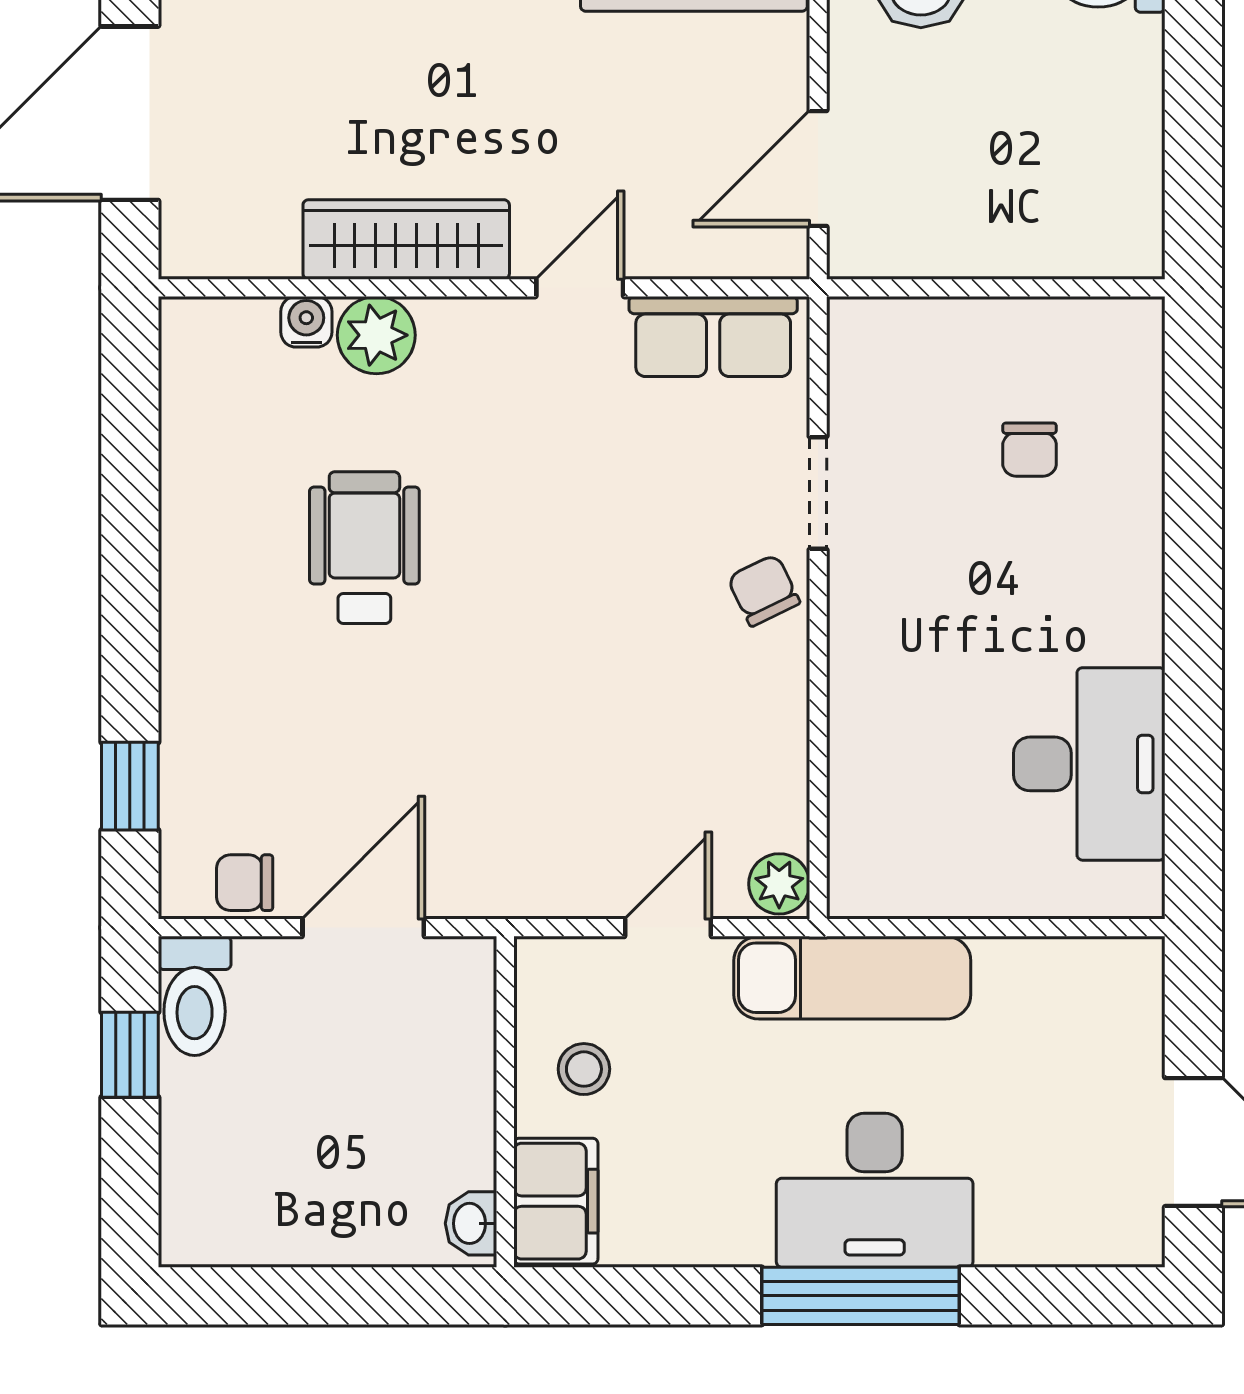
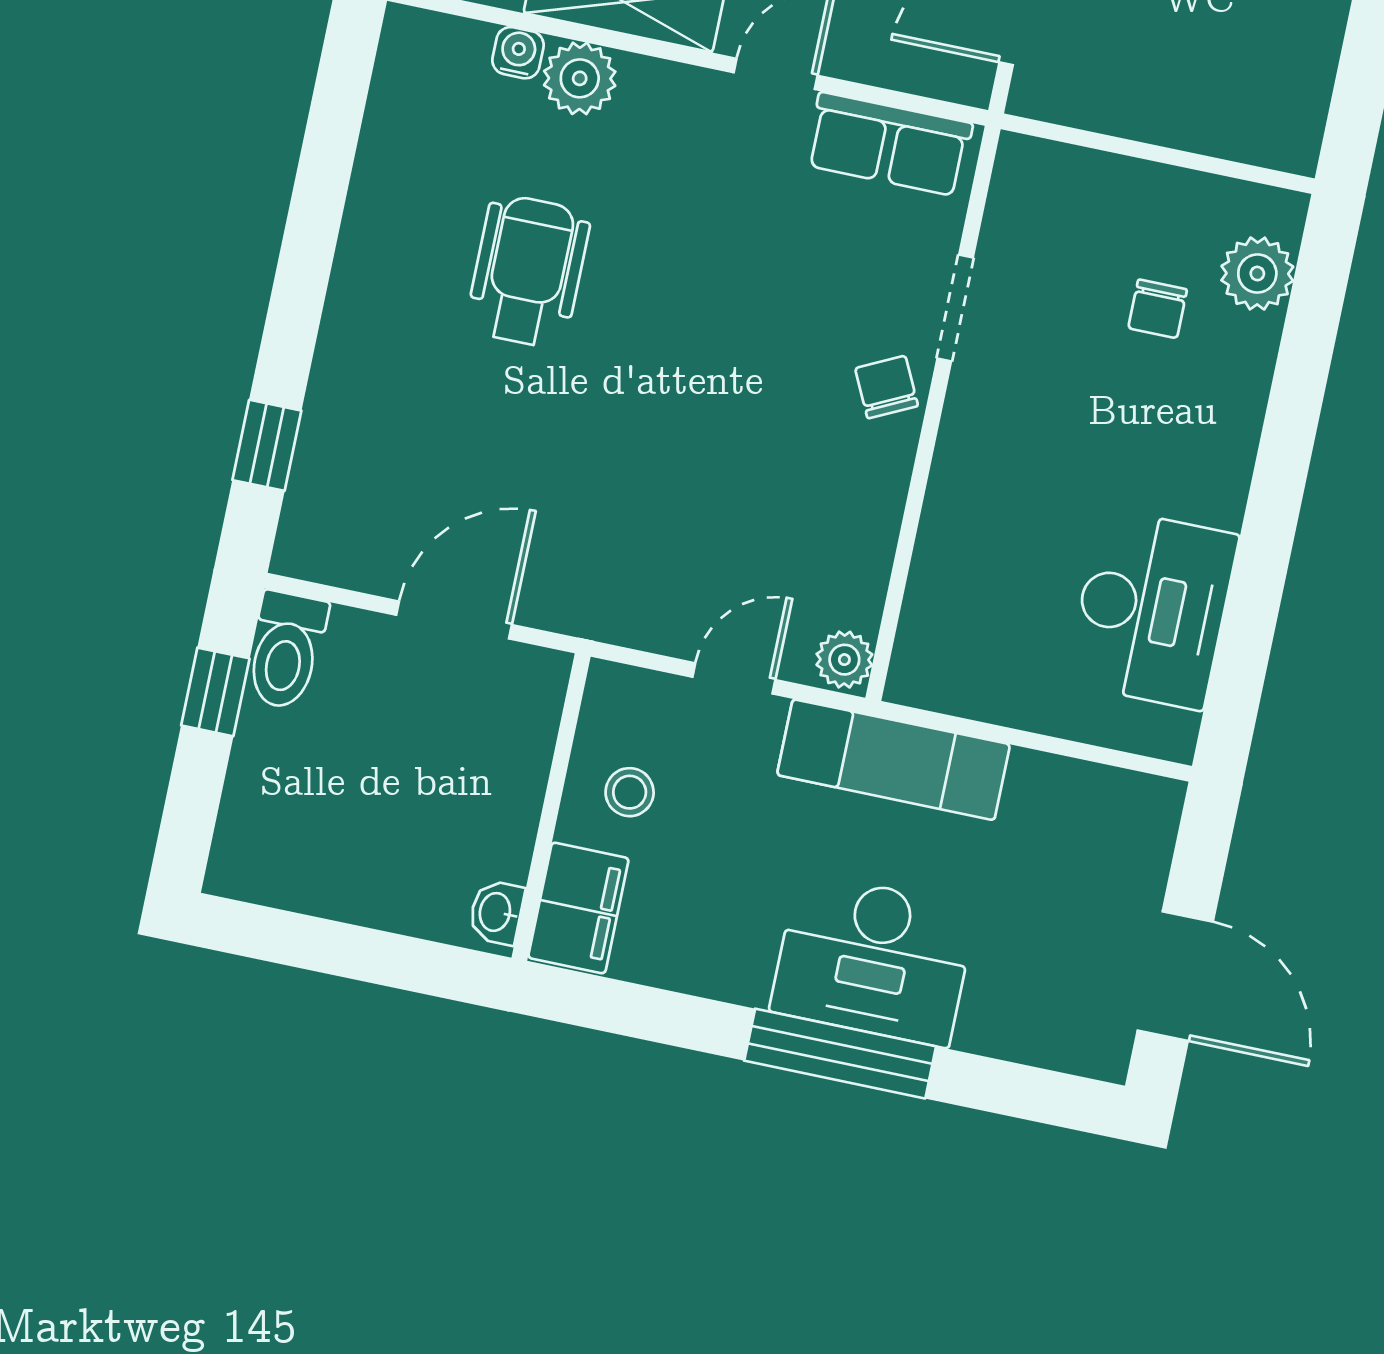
plant: (1126, 391) -> (1257, 273), added
chair: (245, 883) -> (354, 556), removed

